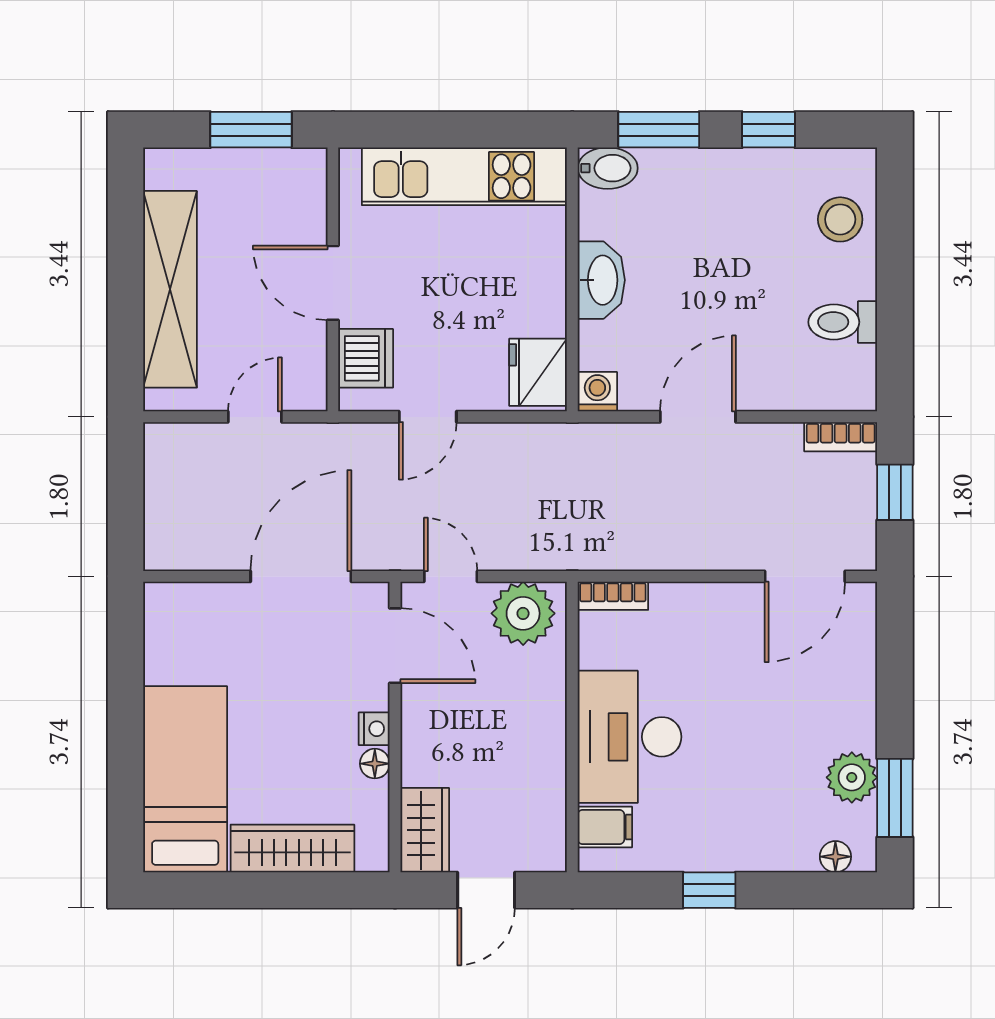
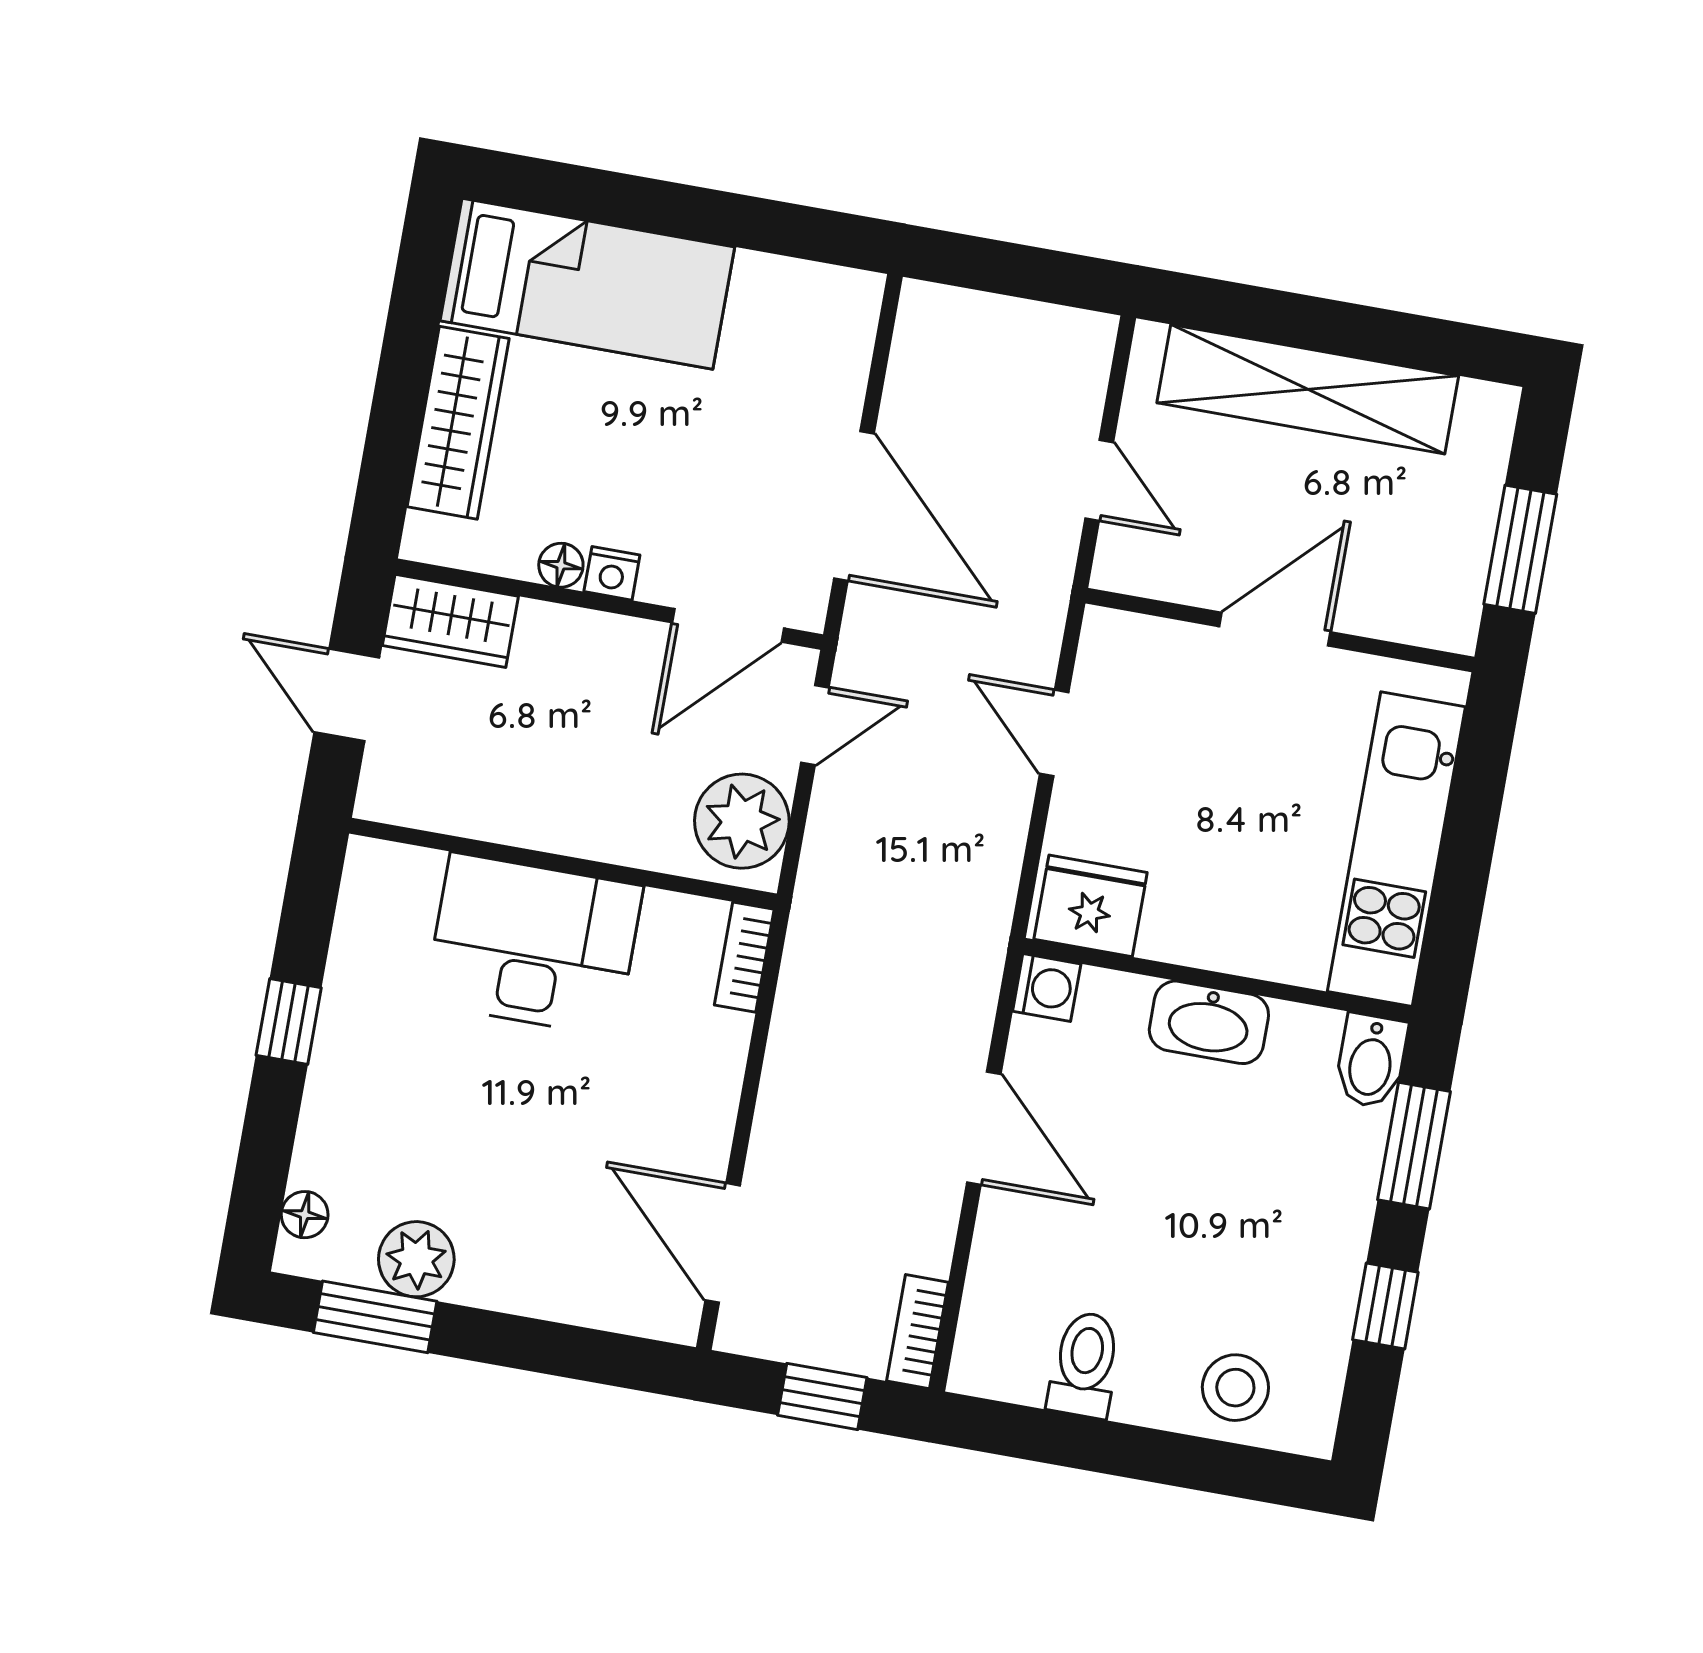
dishwasher: (366, 358) -> (1156, 657), removed
filing cabinet: (605, 827) -> (408, 885), removed

